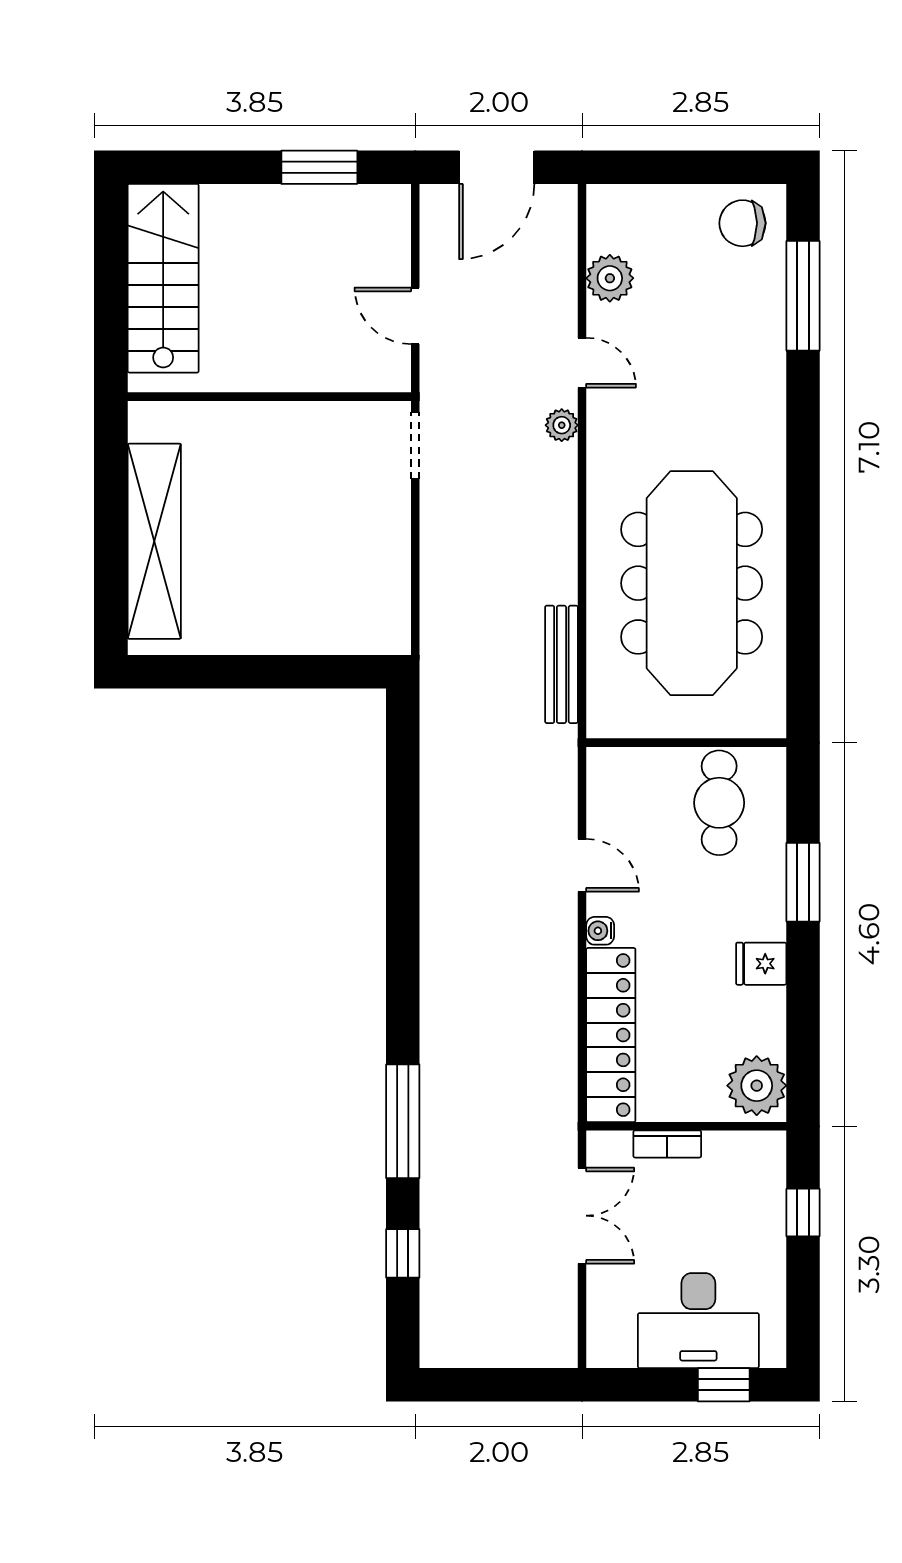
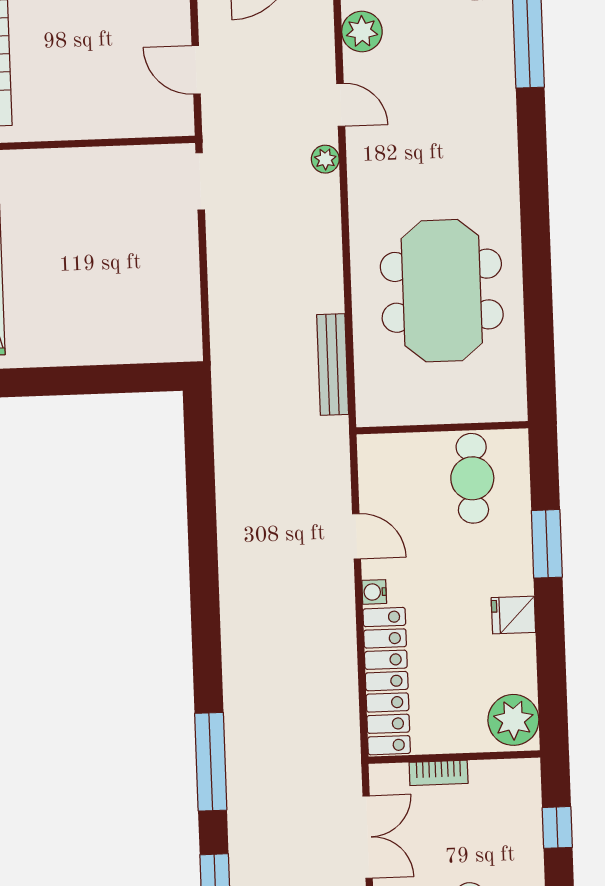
meeting table: (692, 583) -> (442, 291), width x0.73

